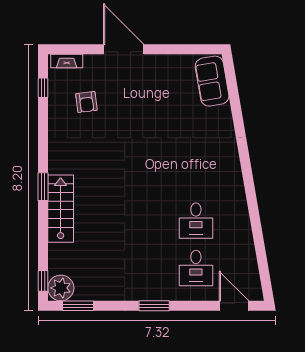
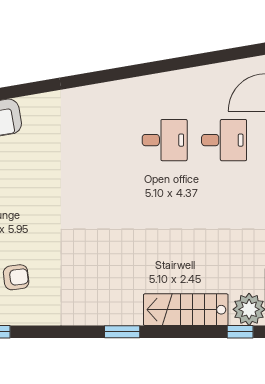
stairs: (61, 209) -> (186, 310), moved

